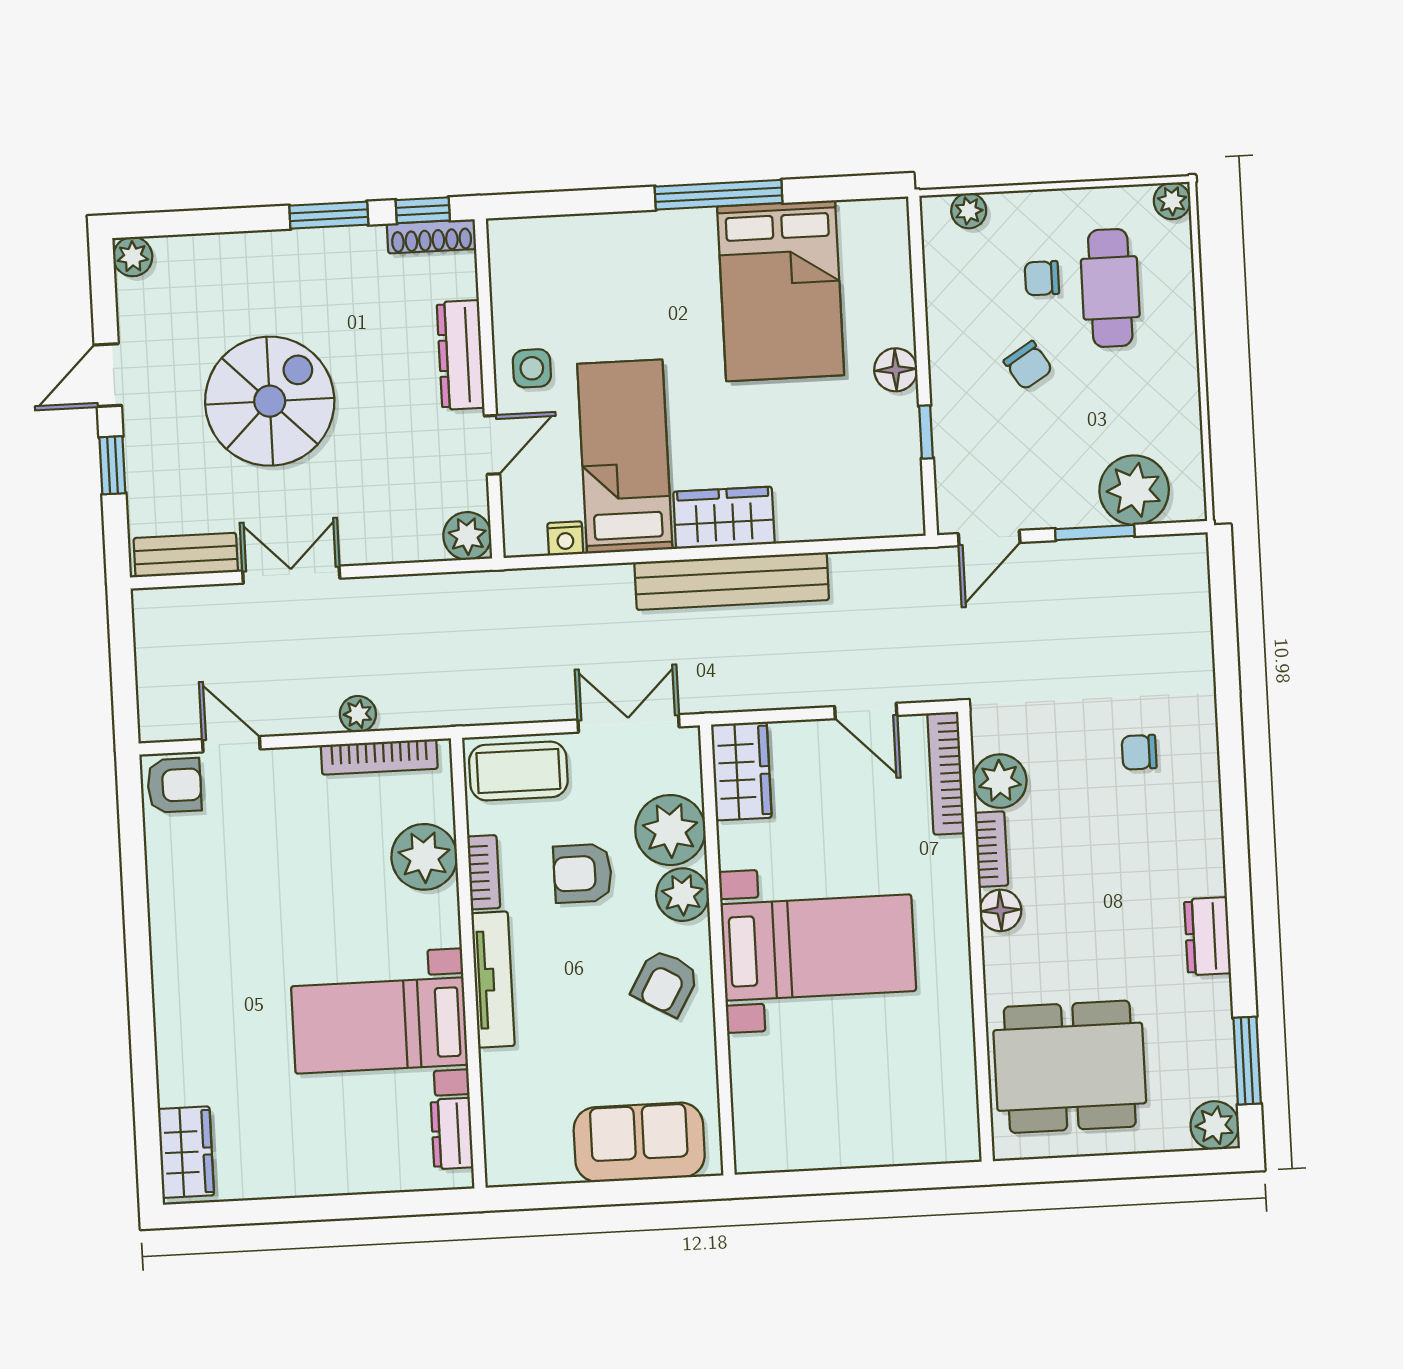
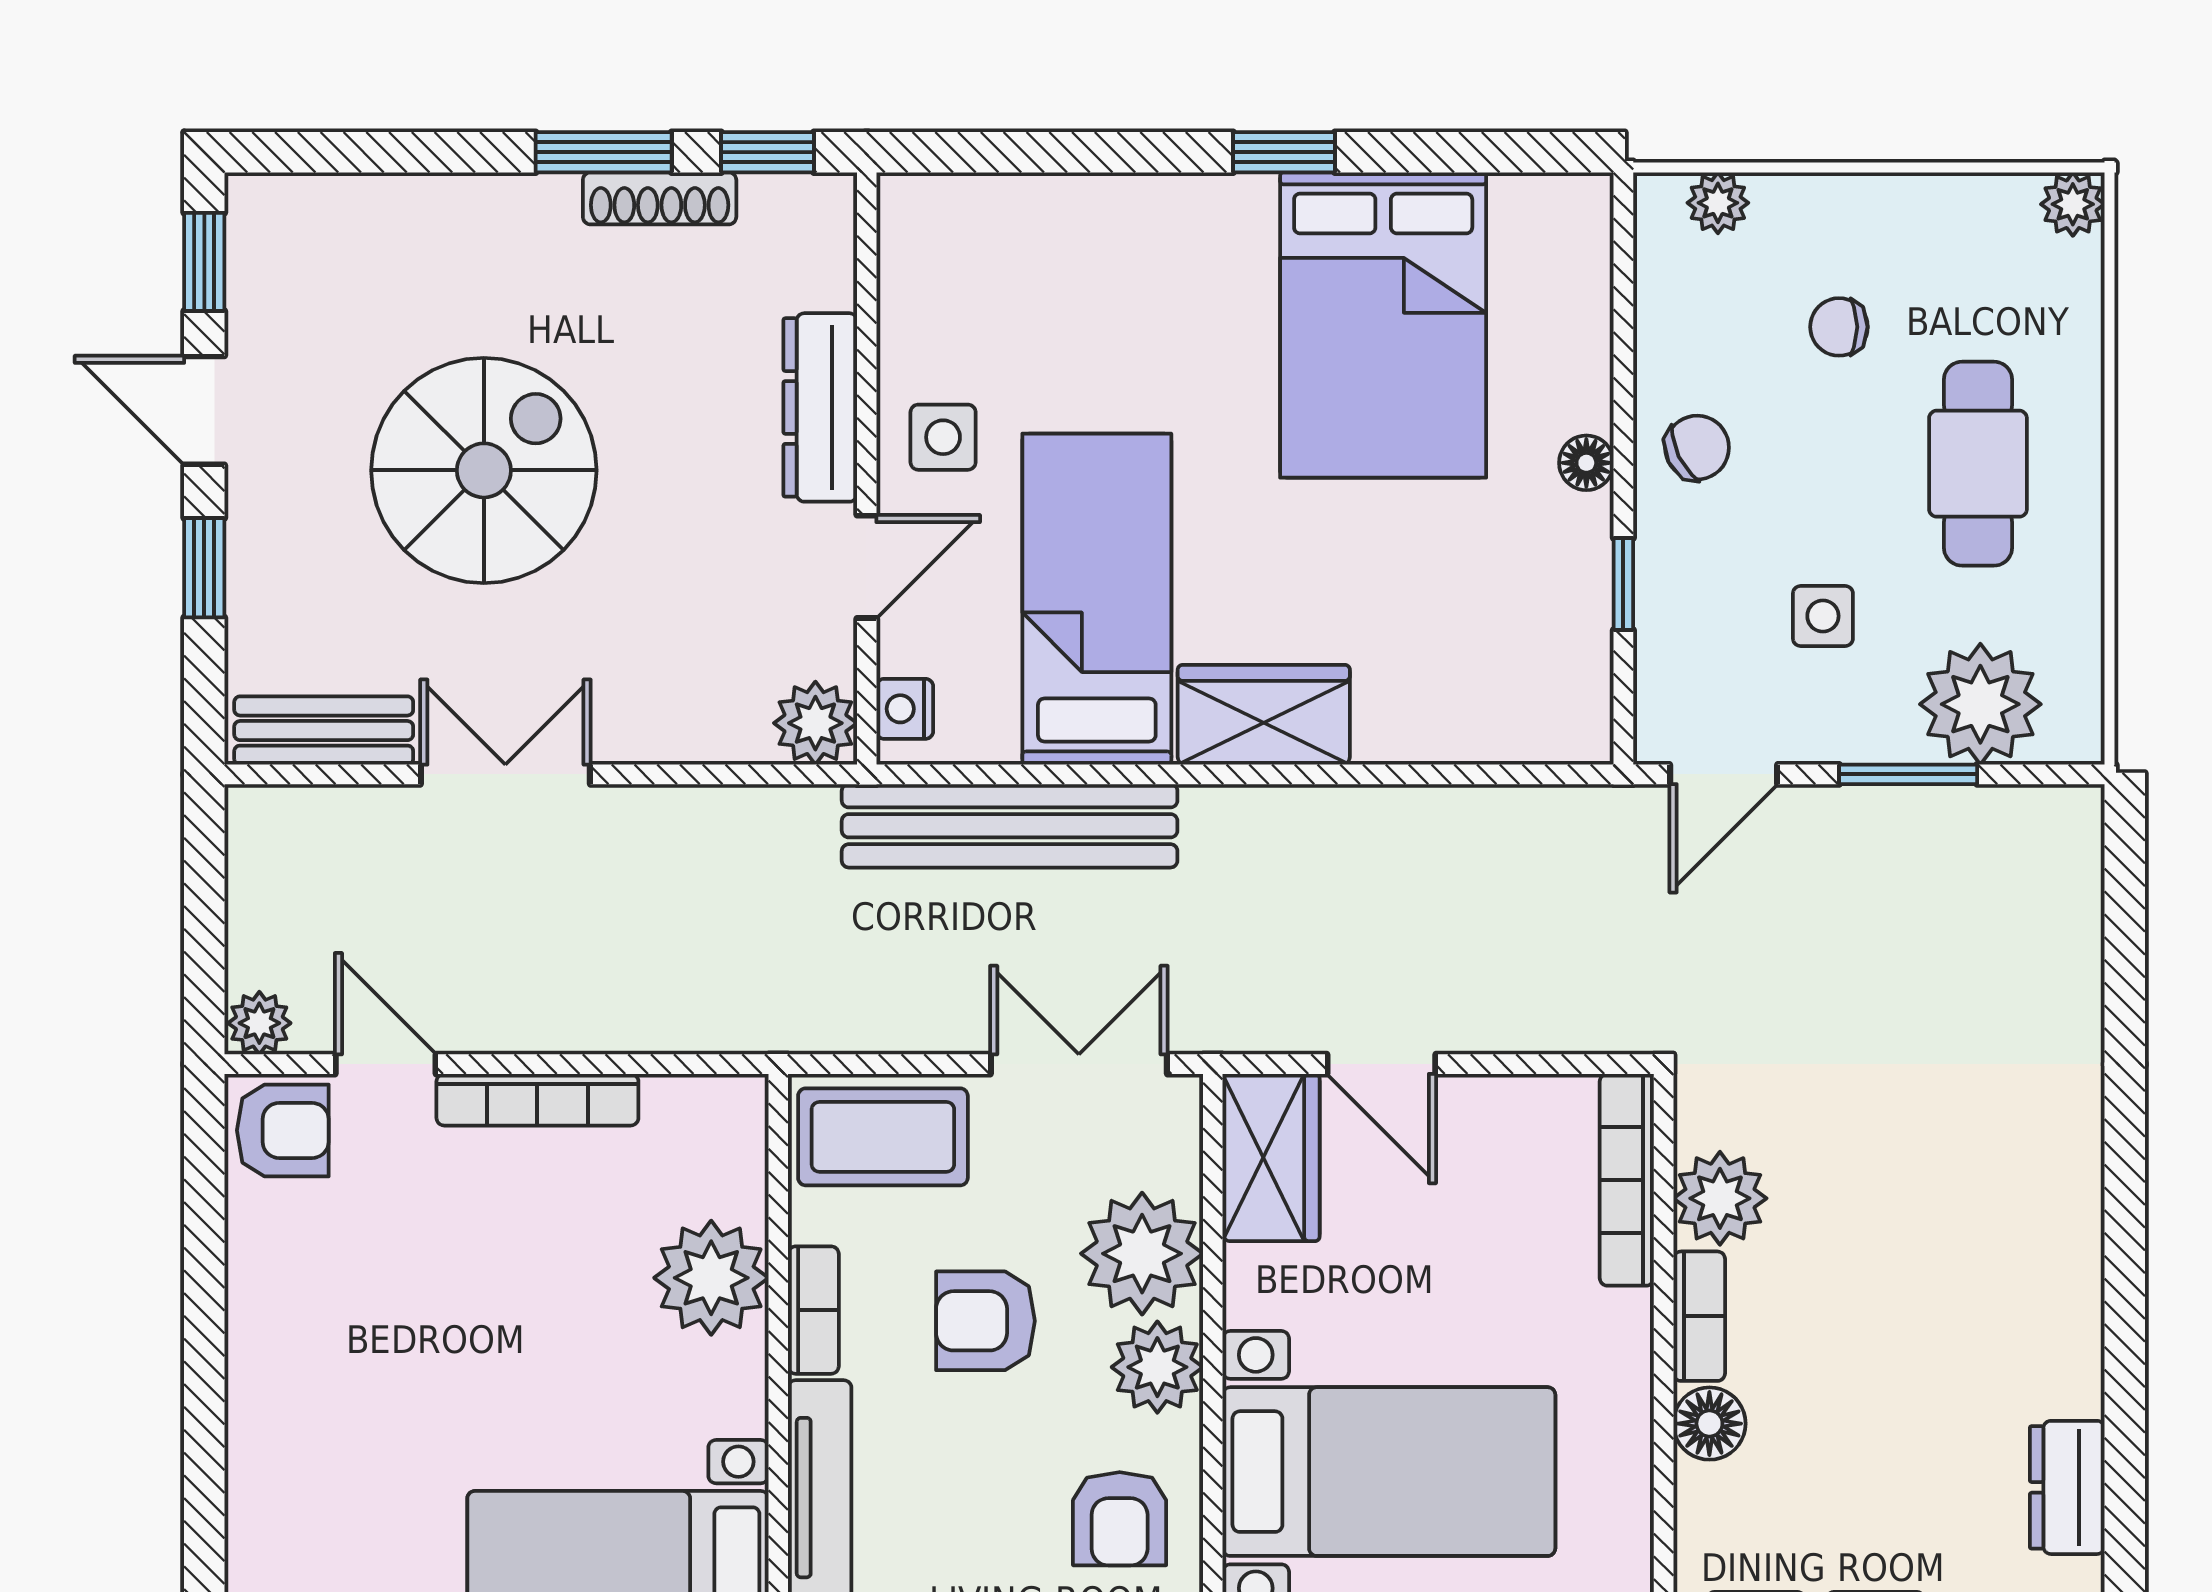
window: (719, 195) -> (1284, 152), width x0.46
shoe rack: (431, 236) -> (660, 198), moved
plant: (133, 257) -> (259, 206), removed
cafe table: (1110, 288) -> (1978, 464), moved
window: (103, 290) -> (204, 262), added
chair: (1028, 365) -> (1697, 448), moved, turned -84
floor lamp: (896, 370) -> (1586, 463), width x0.73, depth x0.73
door: (108, 375) -> (204, 410), hinge flipped
side table: (1041, 444) -> (1823, 616), added
nightstand: (565, 538) -> (905, 709), moved, turned 90
bench: (732, 581) -> (1010, 826), moved
door: (866, 711) -> (1381, 1064), moved
plant: (358, 714) -> (259, 1023), moved
chair: (1139, 752) -> (1965, 1161), removed
bookcase: (379, 757) -> (537, 1100), moved
armchair: (665, 983) -> (1120, 1519), turned -30

